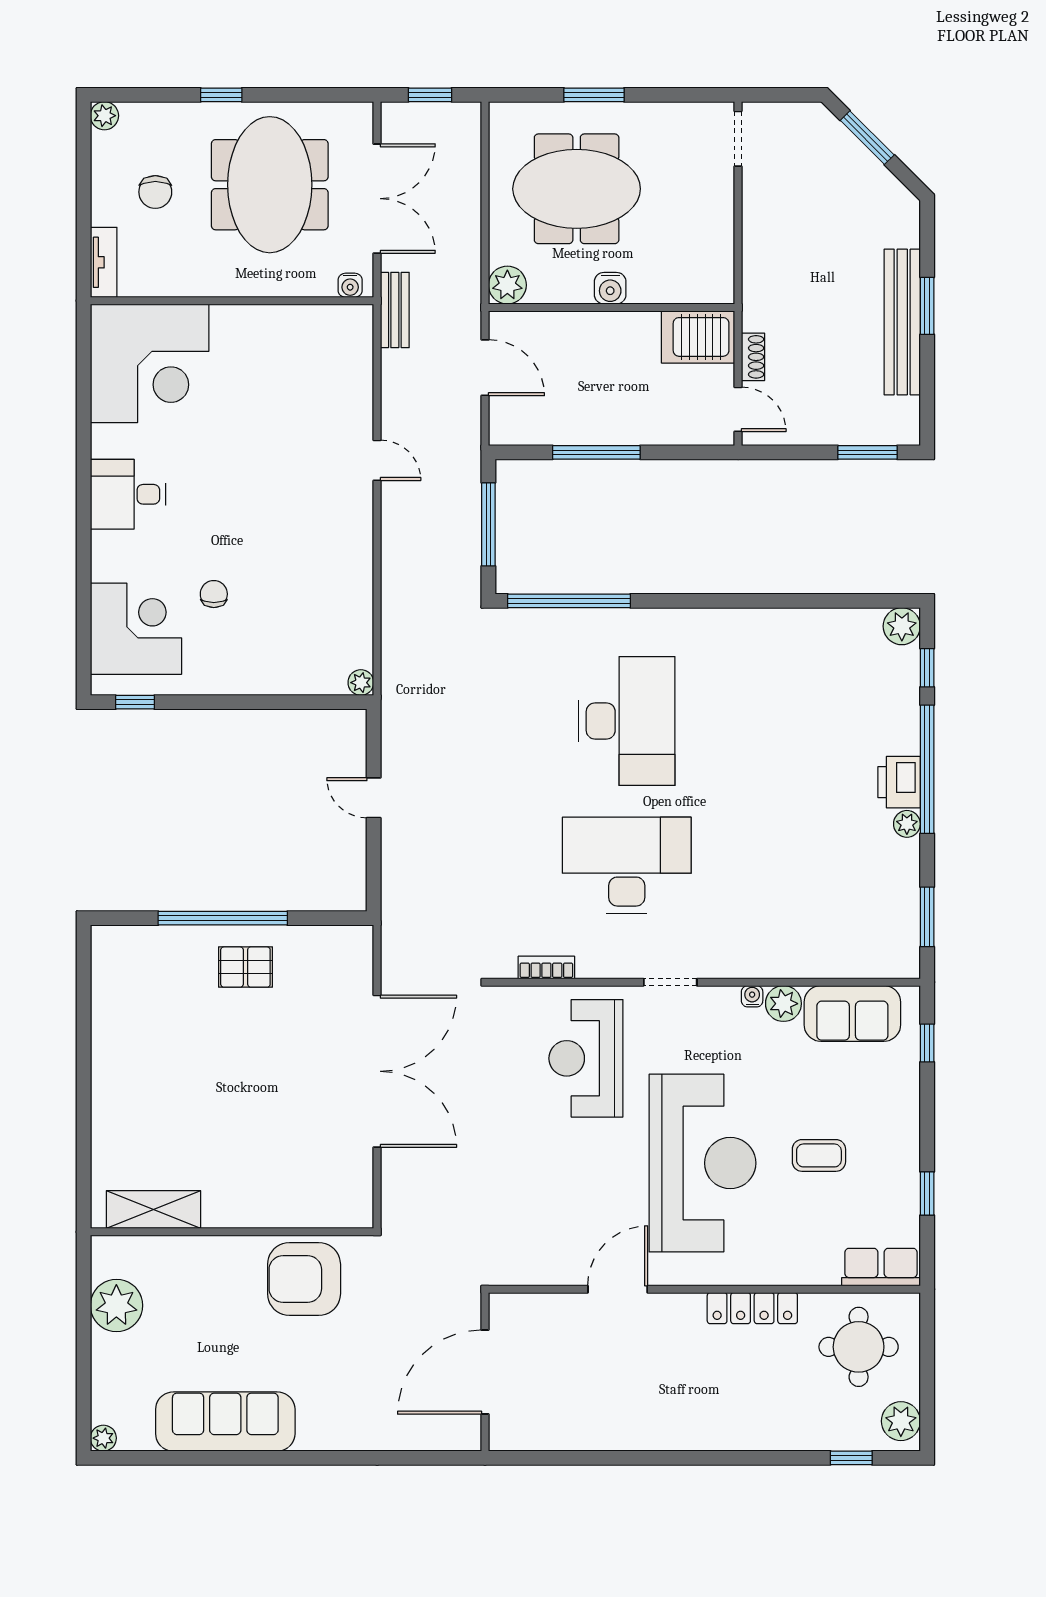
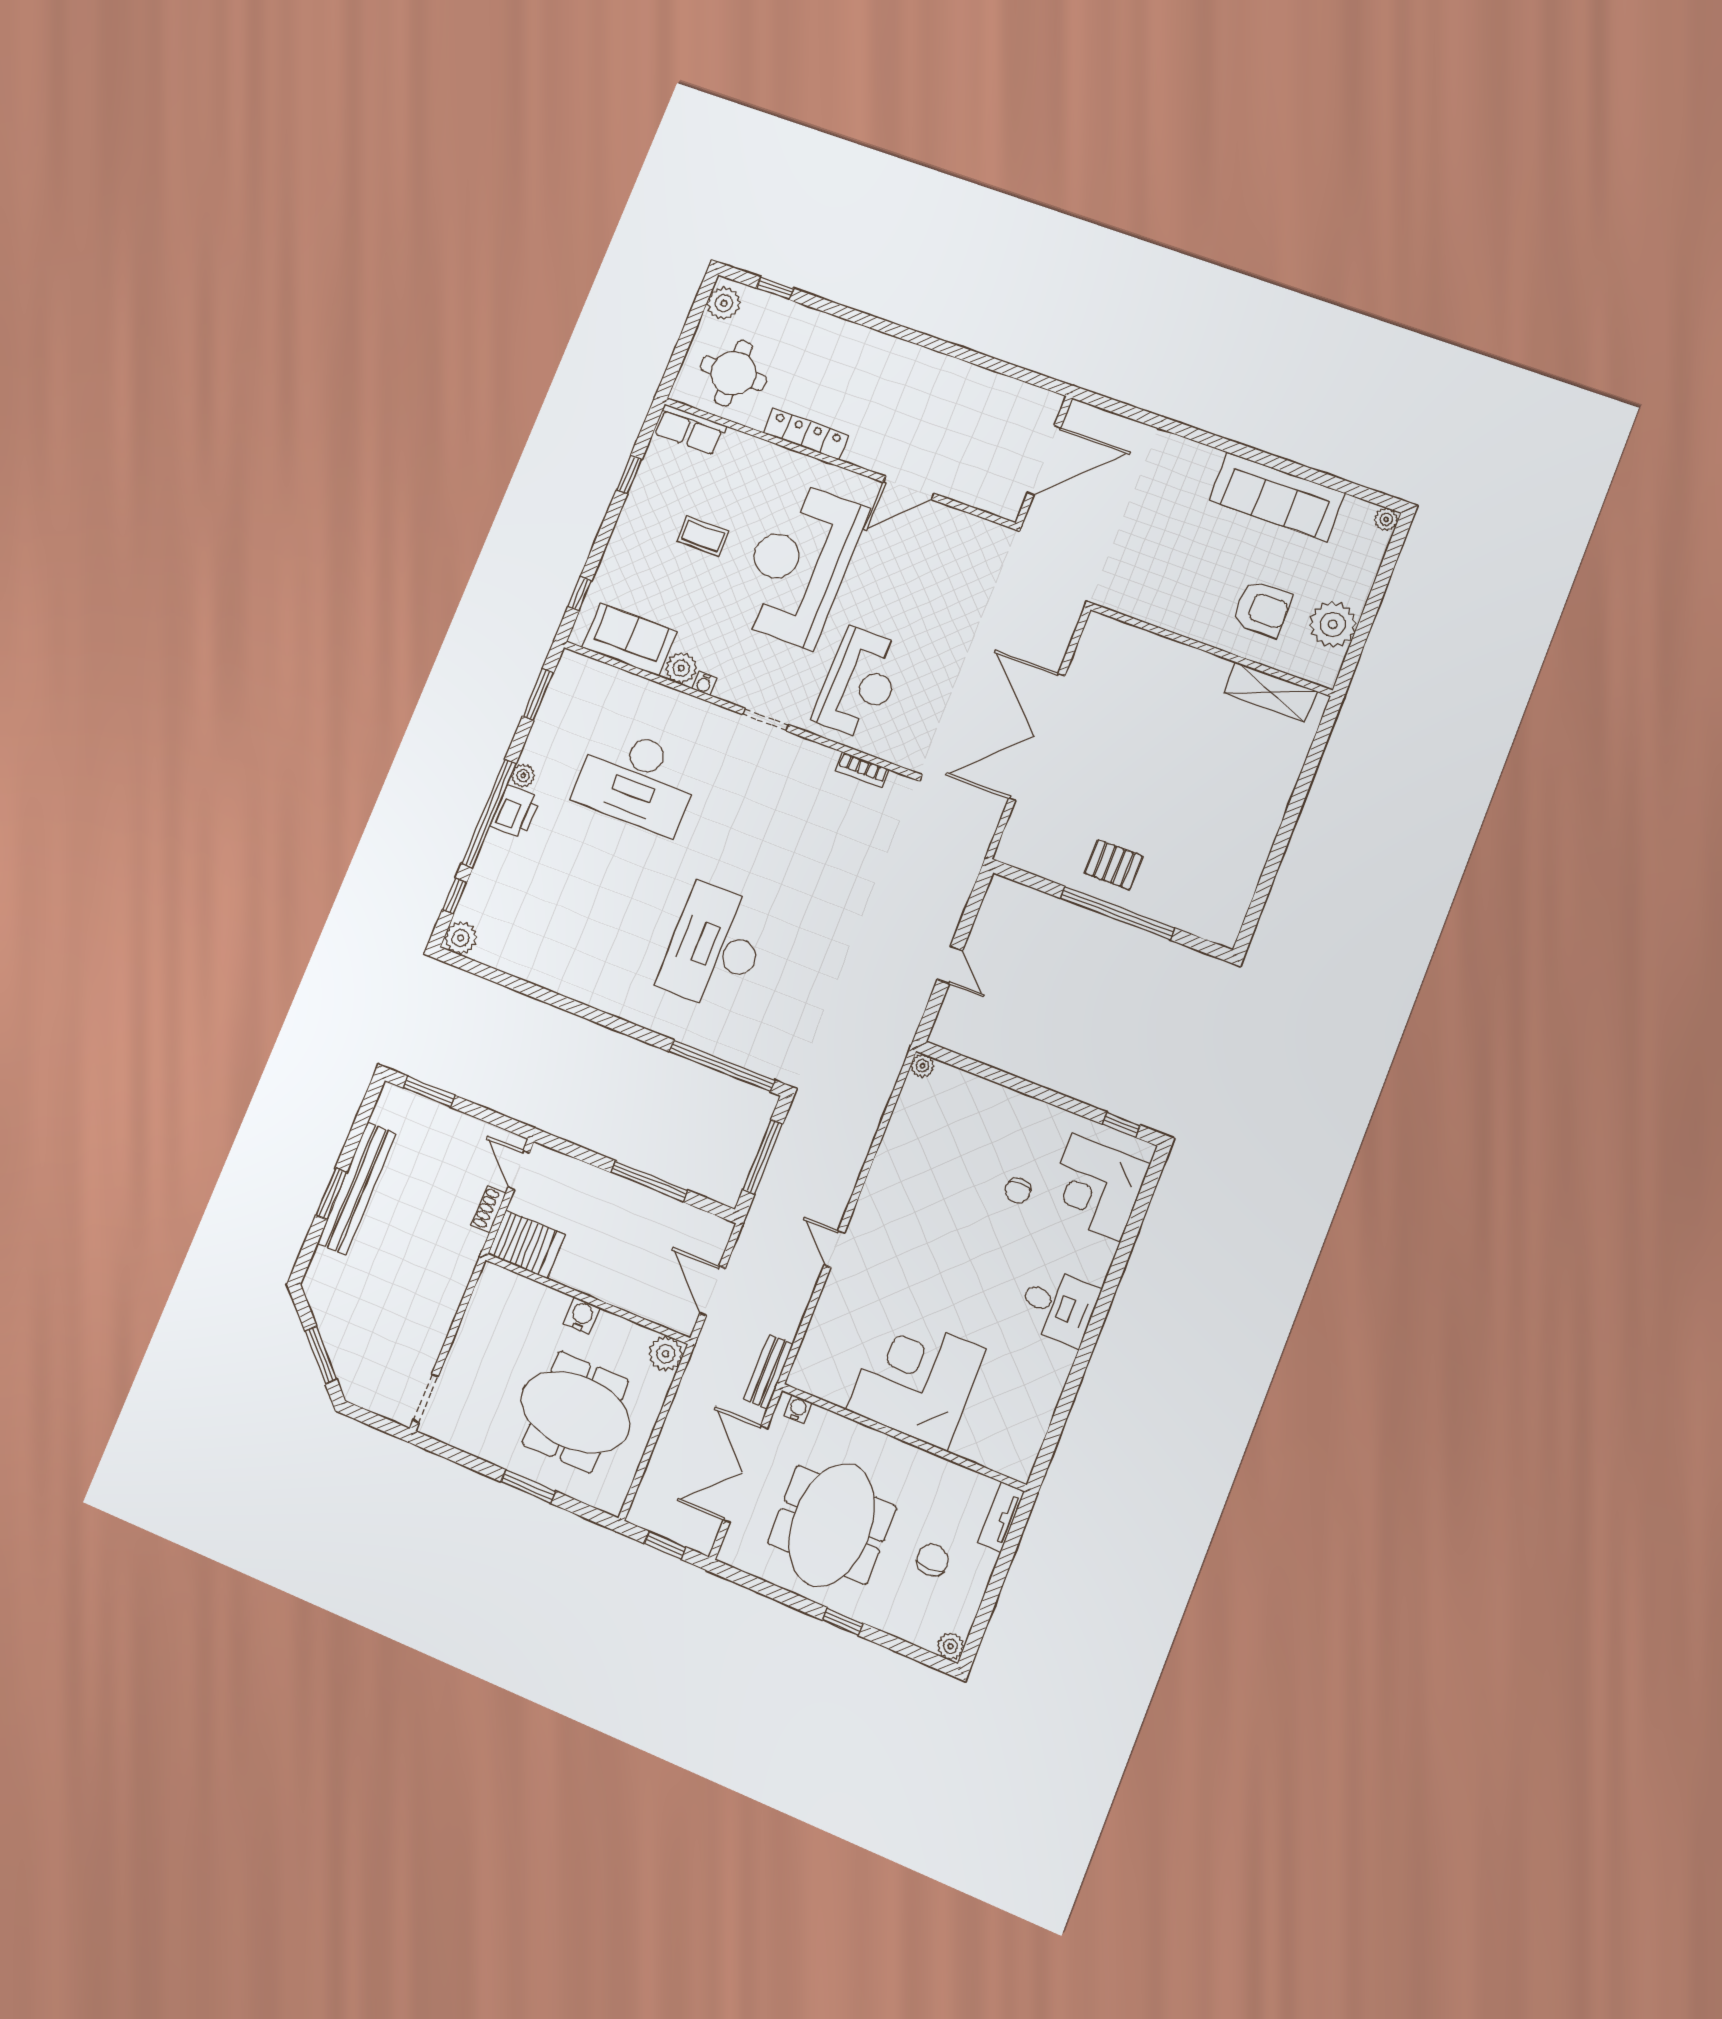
corner desk: (150, 363) -> (916, 1379), moved
desk: (627, 865) -> (637, 780), moved
armchair: (304, 1279) -> (1262, 609), moved, width x0.73, depth x0.73

